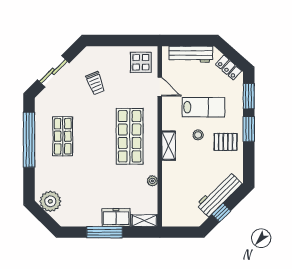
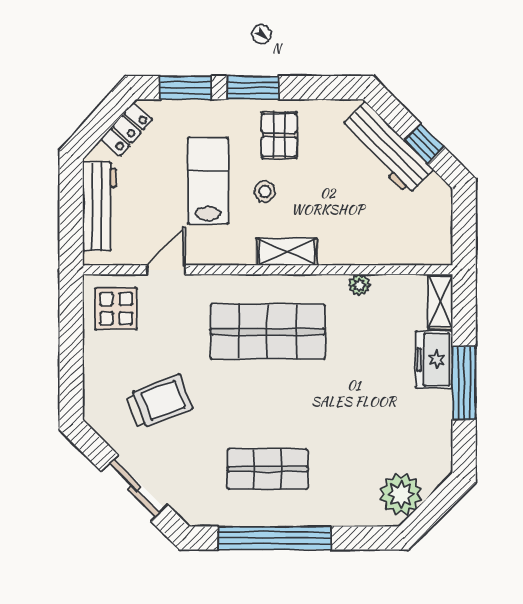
trolley: (95, 83) -> (159, 402), width x1.36, depth x1.39

